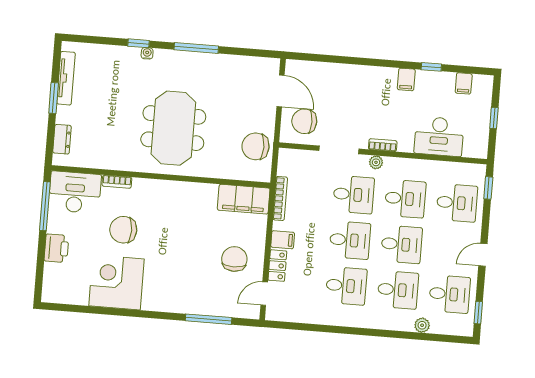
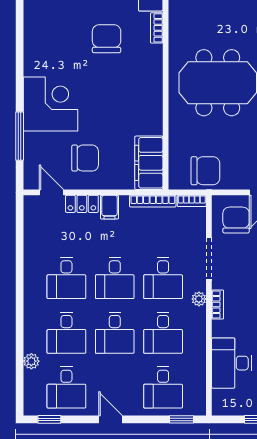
chair: (256, 146) -> (205, 171), turned 90
bookcase: (283, 162) -> (192, 201), added
corner desk: (116, 282) -> (51, 104), moved

